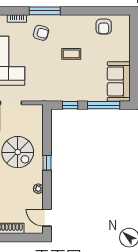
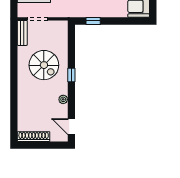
window: (104, 105) -> (124, 21), removed

